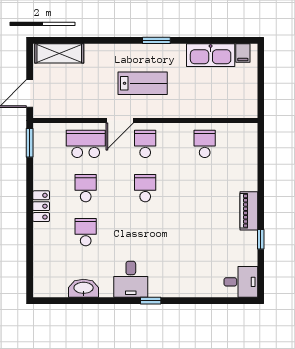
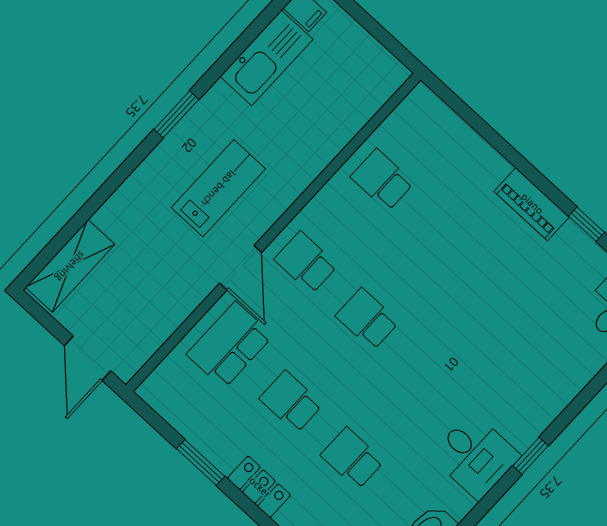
window: (30, 143) -> (201, 463), moved

